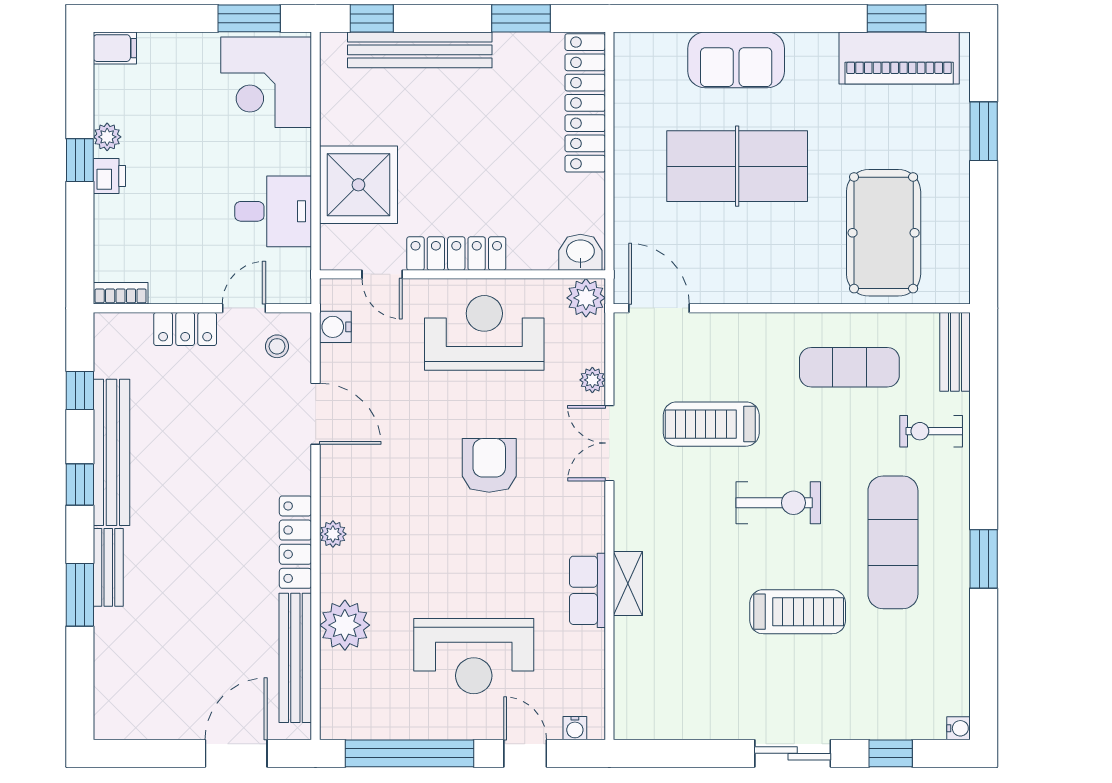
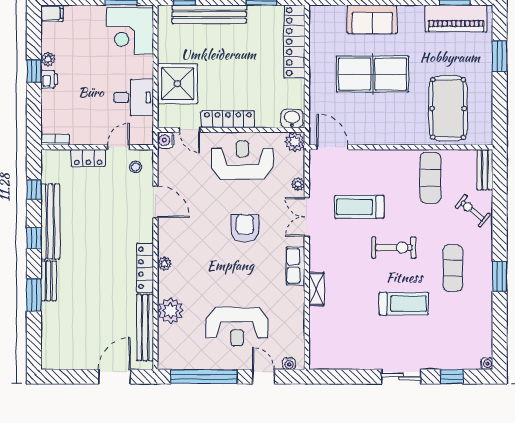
water cooler: (335, 327) -> (166, 140), moved
exercise mat: (849, 367) -> (430, 178), turned 90
exercise bike: (931, 431) -> (473, 211), turned 39
exercise mat: (893, 542) -> (453, 268), width x0.73, depth x0.69
row of seats: (587, 590) -> (296, 266), moved

